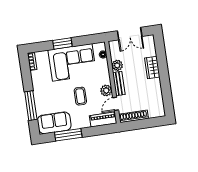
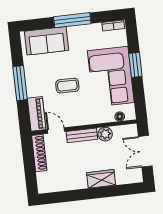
plant: (106, 90) -> (73, 119), removed
window: (31, 106) -> (72, 20), moved
sofa: (54, 123) -> (47, 41), moved, turned 90
window: (68, 135) -> (20, 83), moved

